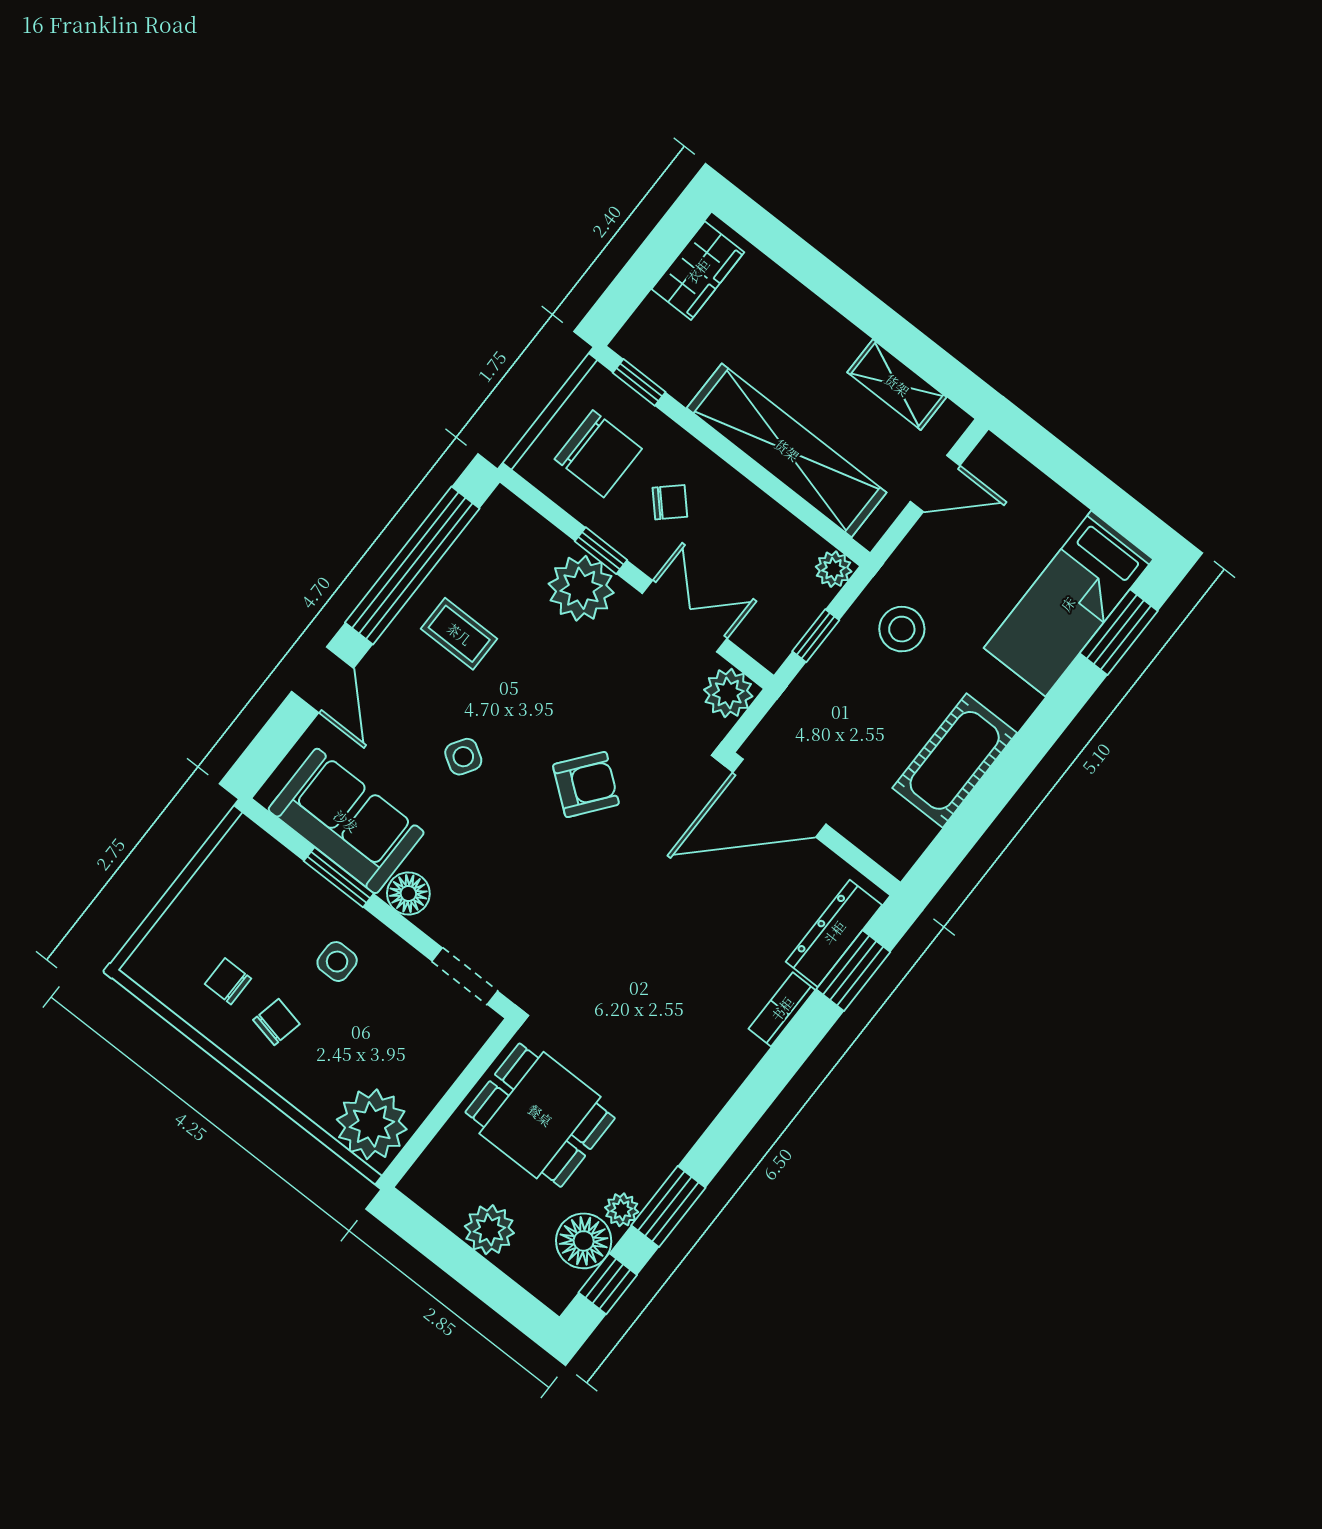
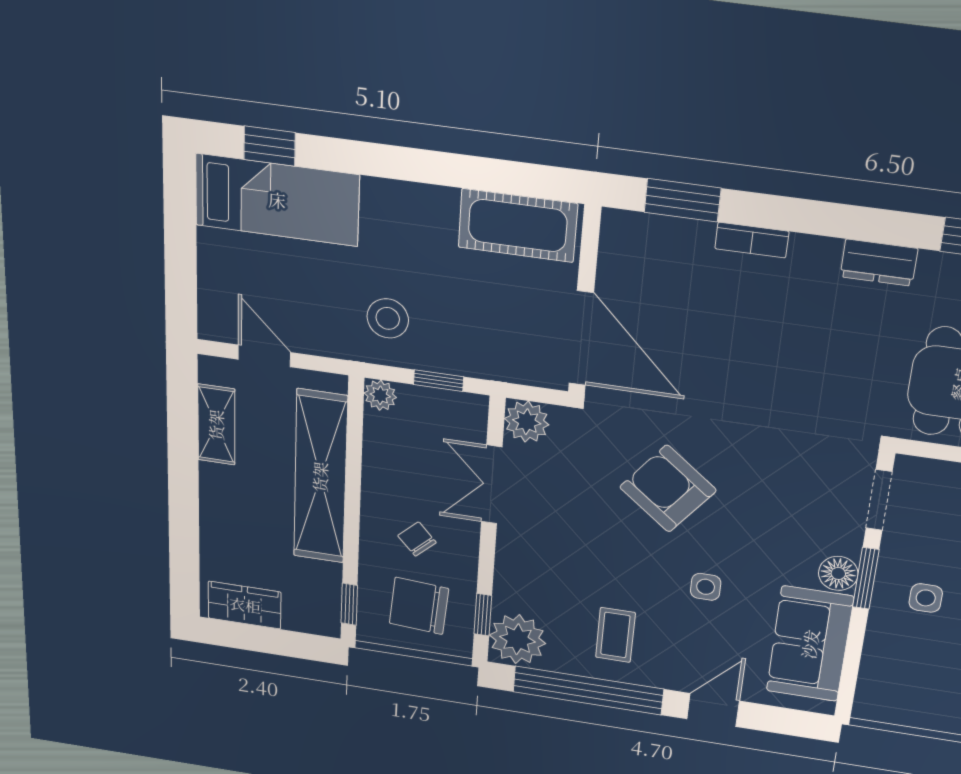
chair: (598, 454) -> (419, 606), turned -86
window: (601, 551) -> (483, 615), moved
plant: (581, 588) -> (518, 639), moved
window: (1119, 632) -> (270, 146), width x0.67
side table: (463, 757) -> (706, 587), turned -32
cot: (955, 760) -> (518, 226), moved
armchair: (586, 784) -> (668, 489), width x1.38, depth x1.38
window: (339, 877) -> (866, 578), moved
dresser: (834, 933) -> (879, 263), moved, width x0.70

